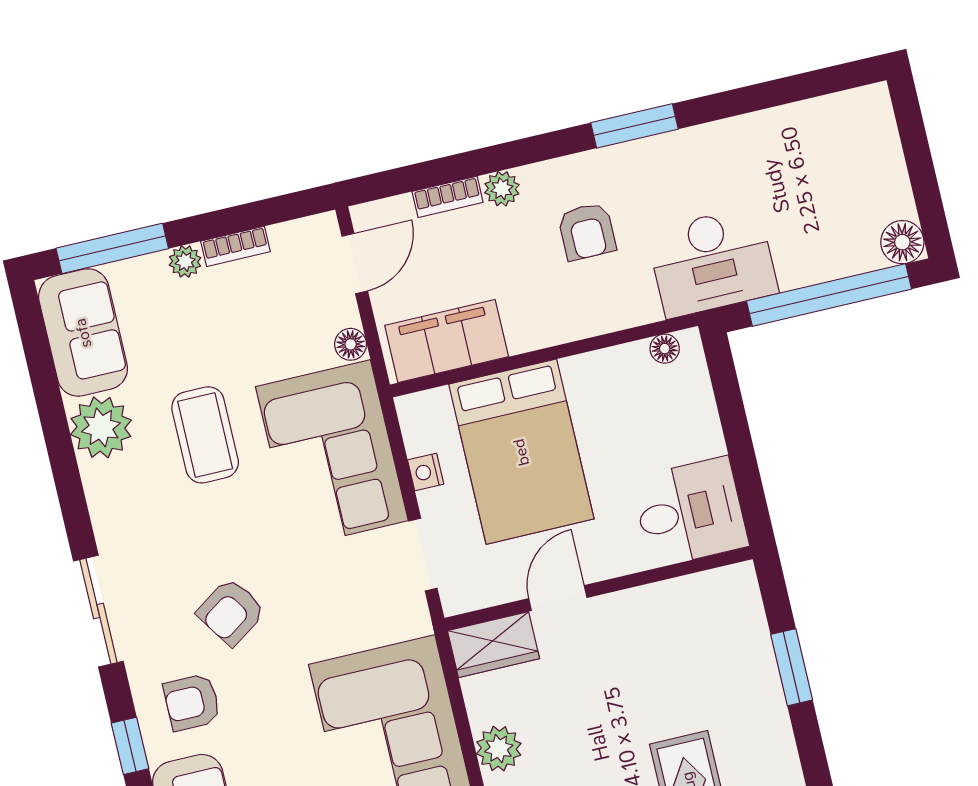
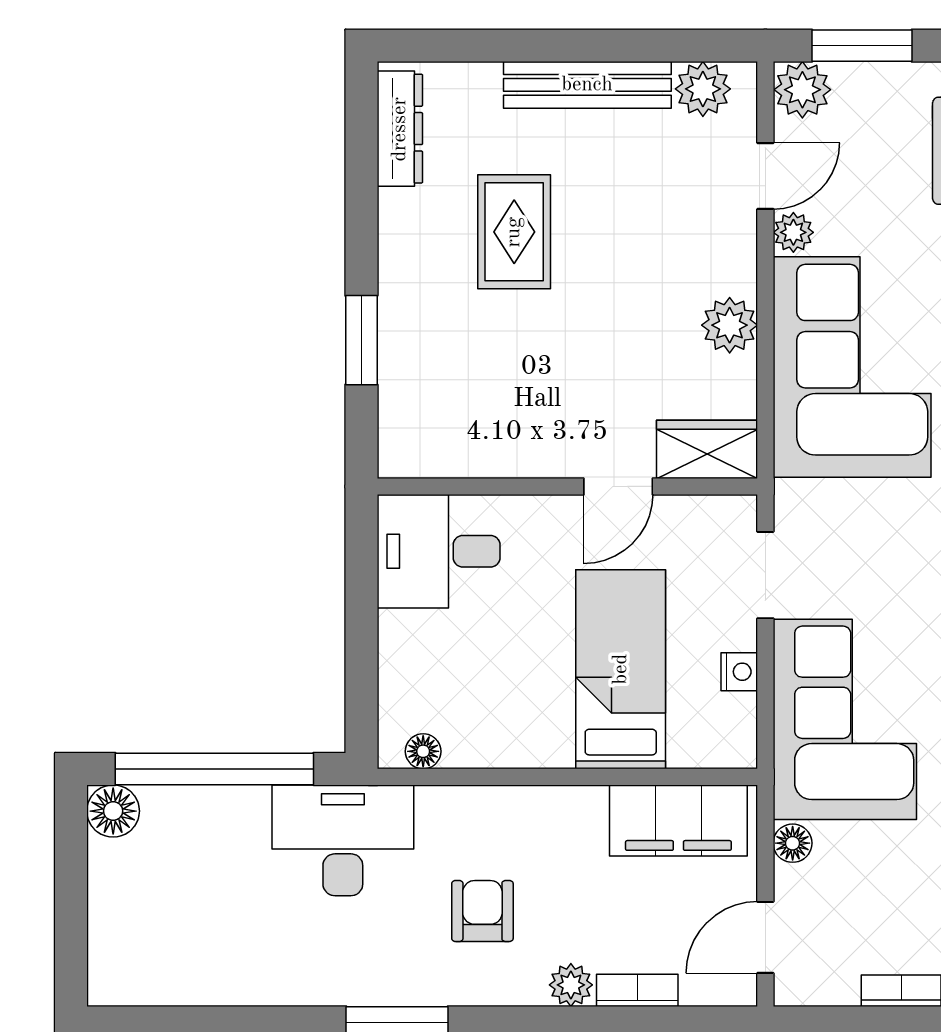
bed: (521, 452) -> (621, 669), width x0.67

